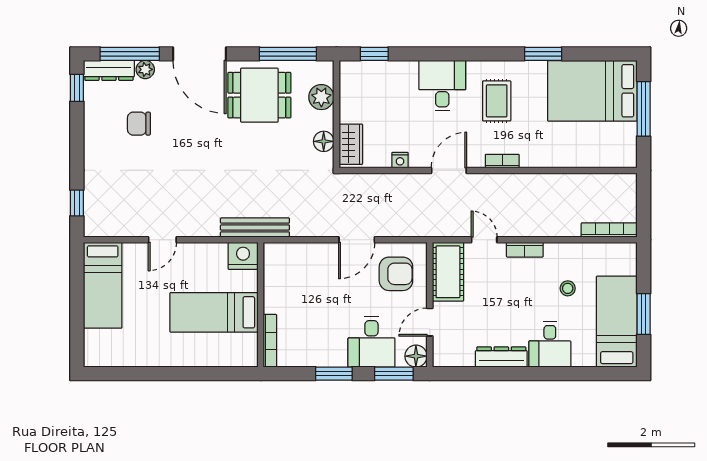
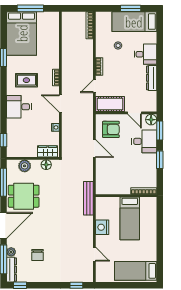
dining table: (259, 95) -> (24, 196), turned 90
door: (162, 240) -> (94, 254), moved
nightstand: (243, 256) -> (102, 227), moved
armchair: (396, 274) -> (111, 129), turned 90
bed: (103, 285) -> (136, 271), moved, turned 180

